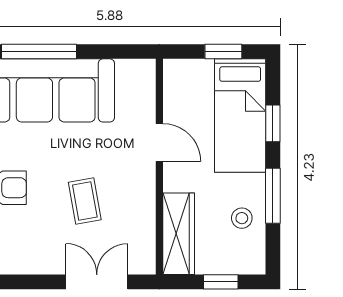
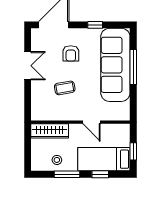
door: (159, 142) -> (92, 122), hinge flipped
double door: (97, 282) -> (28, 66), moved
window: (221, 282) -> (28, 150), removed

